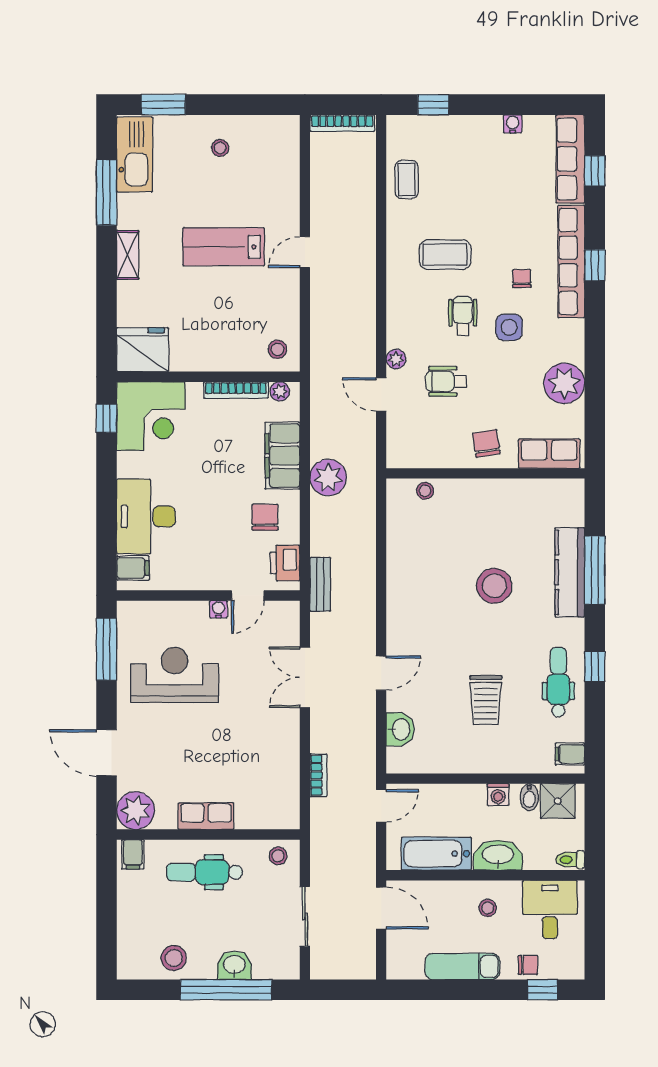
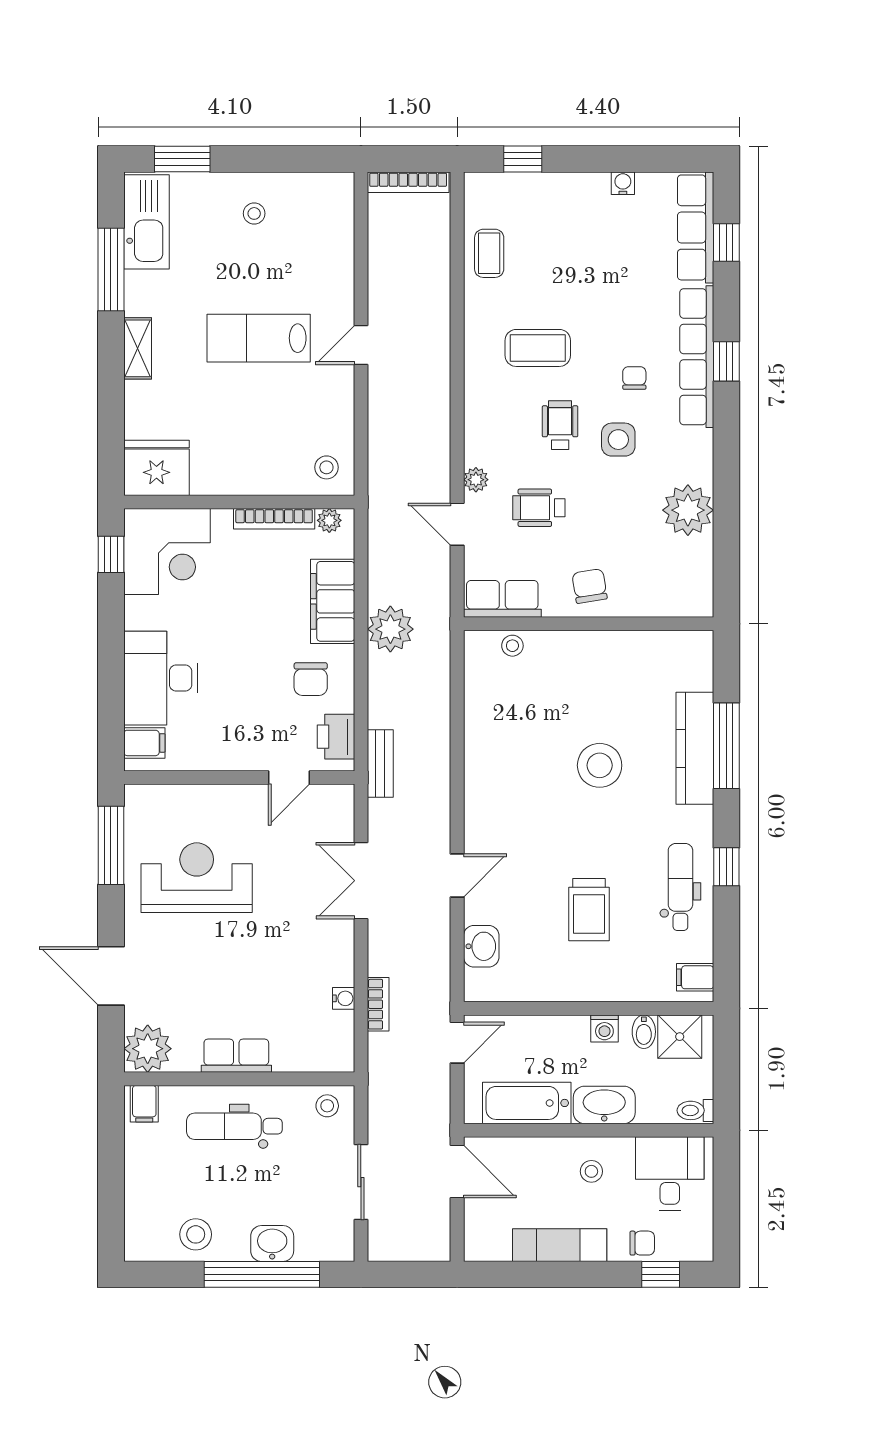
row of seats: (549, 454) -> (502, 599), moved
chair: (265, 517) -> (311, 679), turned 180
water cooler: (218, 609) -> (344, 998), moved, turned 90

